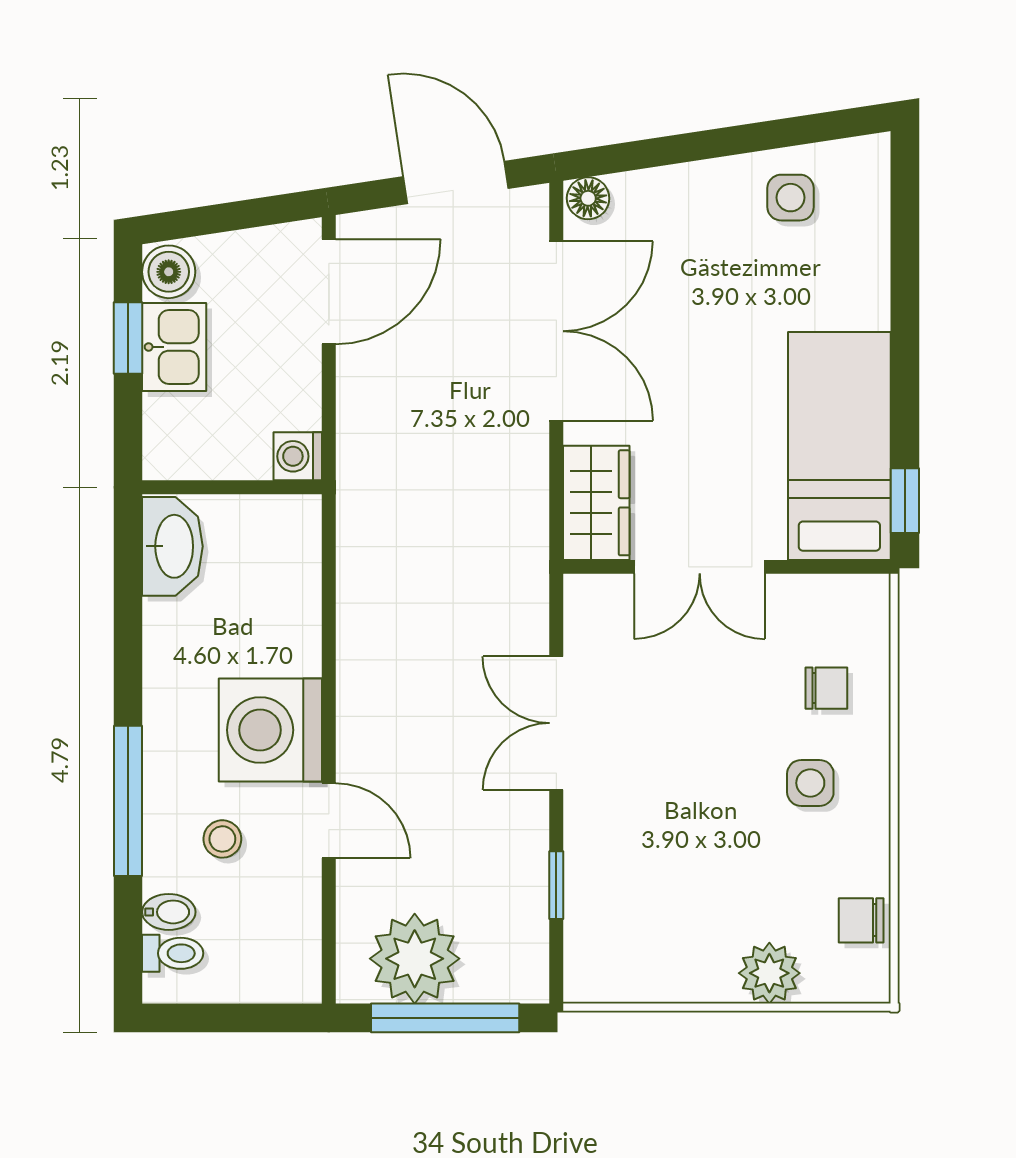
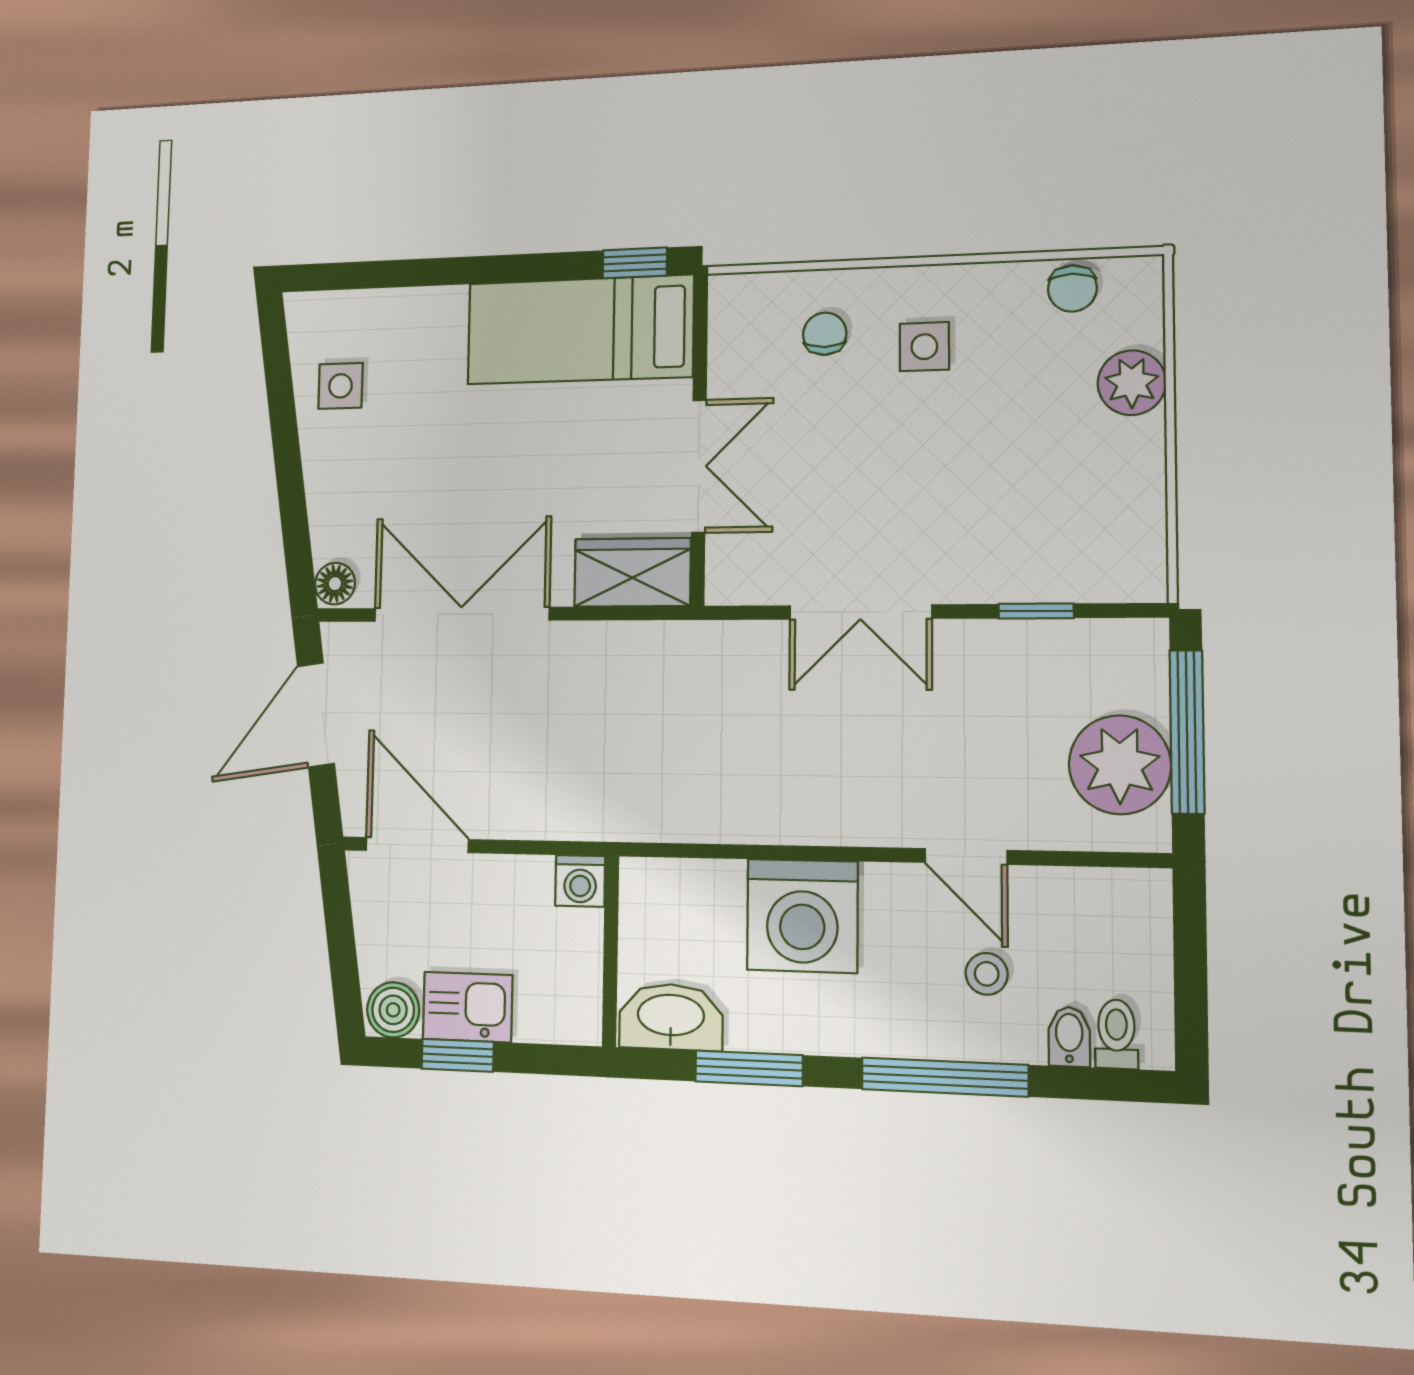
window: (128, 621) -> (749, 1068), added
washing machine: (270, 730) -> (802, 916), moved
door: (329, 821) -> (966, 856), swing flipped

